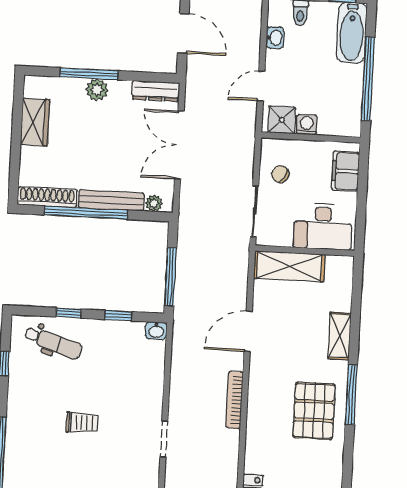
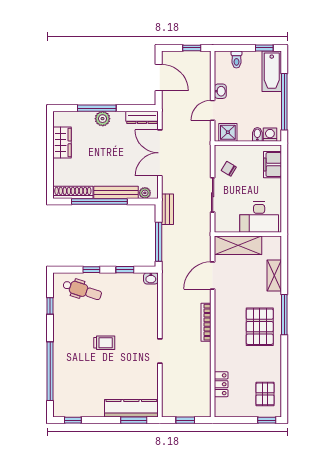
washbasin: (275, 38) -> (220, 91), moved
washing machine: (307, 125) -> (270, 135), moved
bidet: (325, 125) -> (257, 134), added
desk: (323, 226) -> (259, 217), moved
bench: (186, 229) -> (167, 209), added
wall: (305, 251) -> (248, 234), moved
shelving: (289, 266) -> (238, 245), moved

